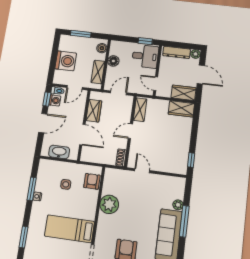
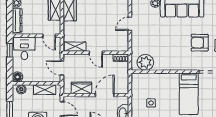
floor lamp: (113, 61) -> (18, 77), moved
door: (156, 84) -> (49, 36), hinge flipped
door: (142, 171) -> (130, 24), moved
armchair: (92, 181) -> (145, 80), removed
plant: (109, 204) -> (145, 62), moved

